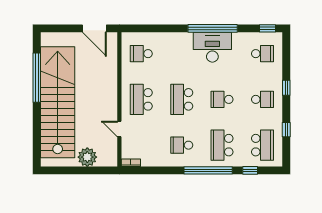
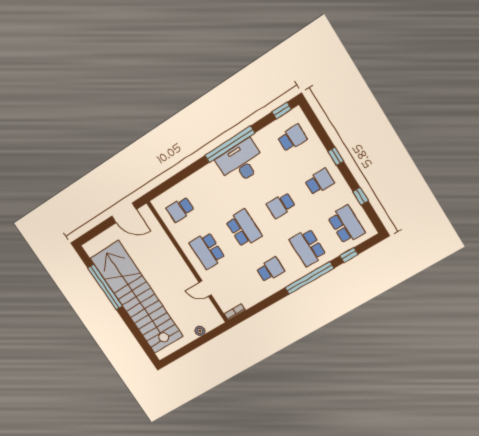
school desk: (182, 99) -> (244, 228), turned 180
school desk: (182, 145) -> (270, 270), turned 180
plant: (87, 157) -> (200, 331), width x0.53, depth x0.53

